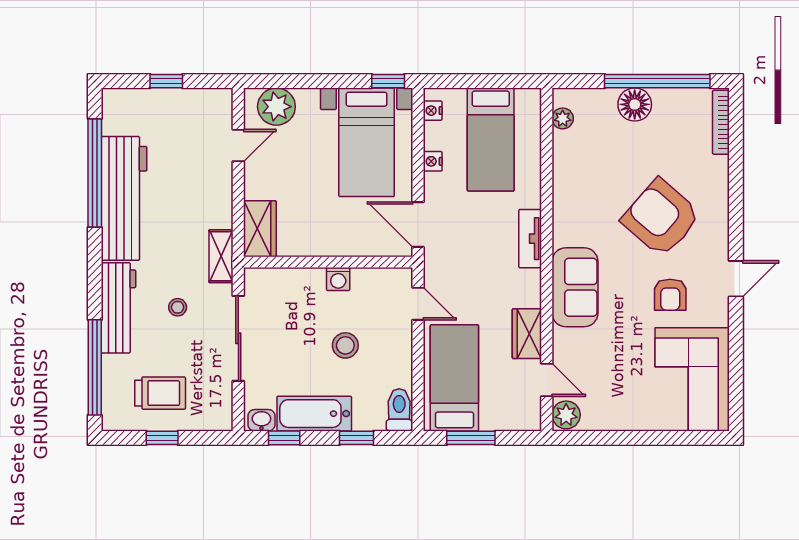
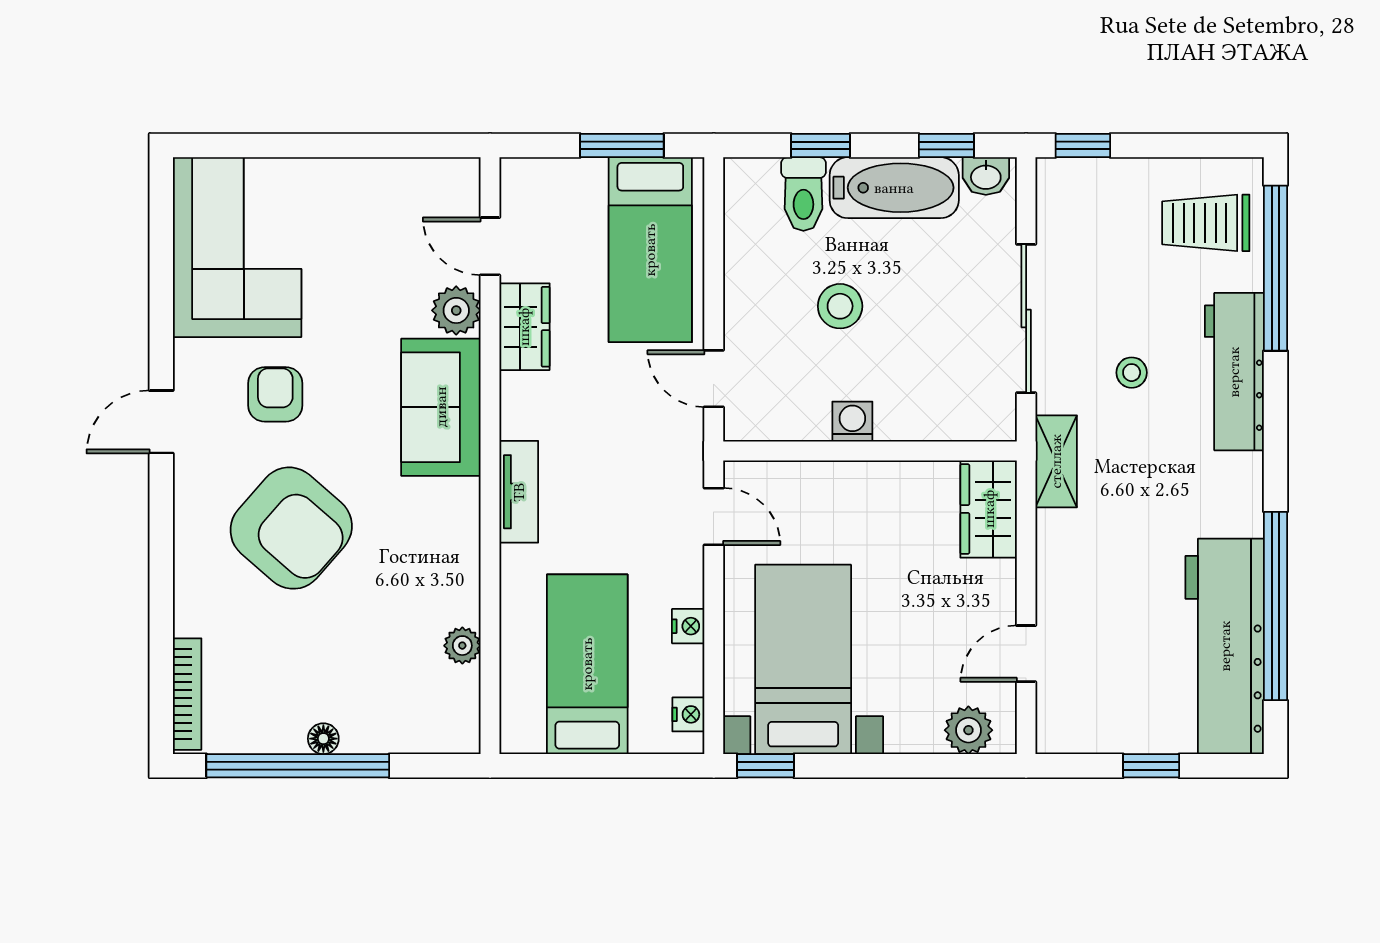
floor lamp: (635, 104) -> (323, 739), width x0.53, depth x0.53
plant: (276, 107) -> (968, 730), width x0.73, depth x0.73
plant: (563, 118) -> (462, 646), moved
workbench: (124, 198) -> (1225, 646), moved
door: (418, 224) -> (714, 516), width x0.73
trolley: (160, 393) -> (1206, 223), moved
toilet: (399, 410) -> (803, 194), moved
plant: (566, 415) -> (456, 310), moved
window: (162, 438) -> (1083, 146), moved

